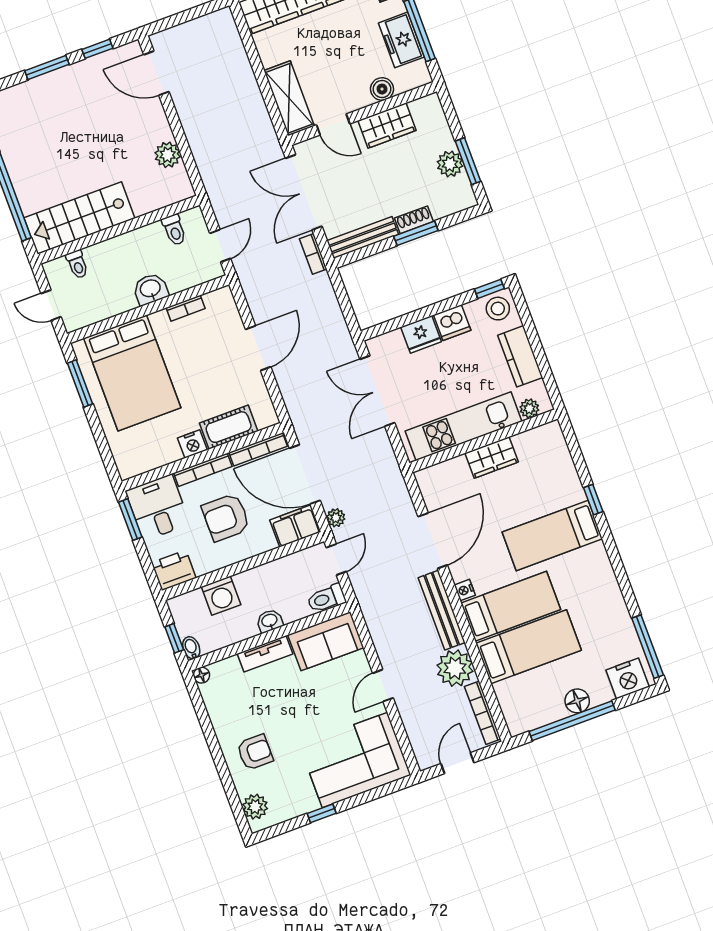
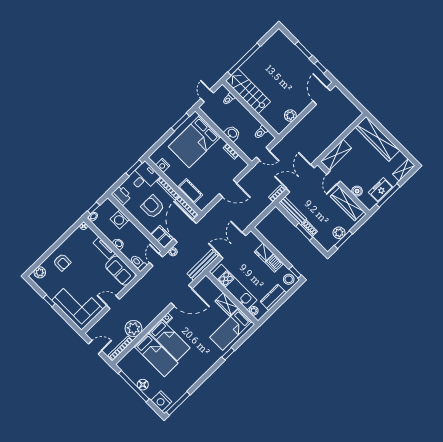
wardrobe: (387, 125) -> (347, 204), width x1.50
nightstand: (192, 444) -> (163, 165), moved
bed: (552, 535) -> (231, 329), moved, turned -90
door: (336, 559) -> (156, 260), swing flipped
bench: (442, 610) -> (203, 265), moved

